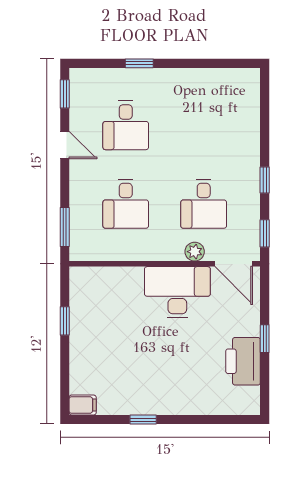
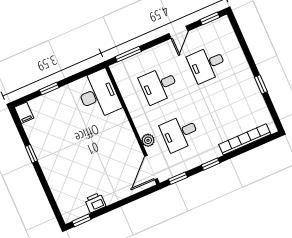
window: (139, 63) -> (261, 84), moved
bookcase: (251, 118) -> (245, 139), added
desk: (177, 292) -> (98, 94), moved
window: (65, 321) -> (49, 89), moved
window: (265, 339) -> (82, 220), moved
printer: (243, 361) -> (95, 203), width x0.53, depth x0.68

